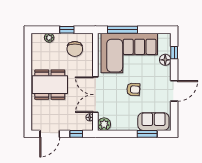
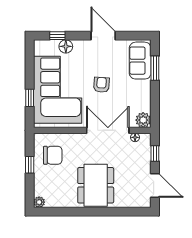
window: (123, 30) -> (30, 98), width x0.46
plant: (49, 38) -> (39, 202), moved
double door: (95, 95) -> (108, 130), swing flipped

